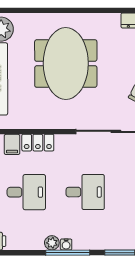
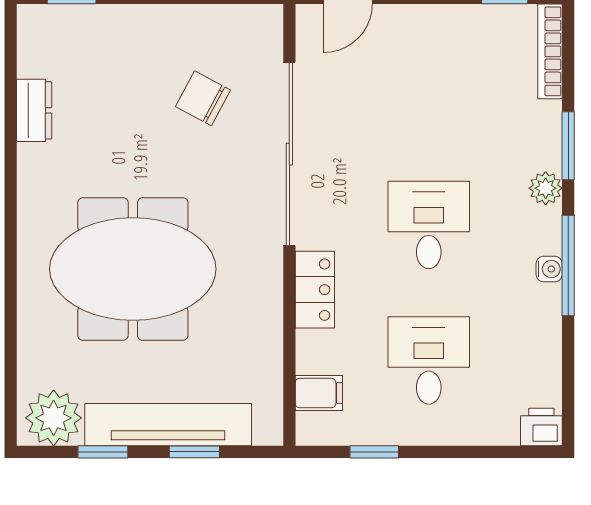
locker: (38, 143) -> (315, 290), moved
plant: (52, 243) -> (546, 188), moved

